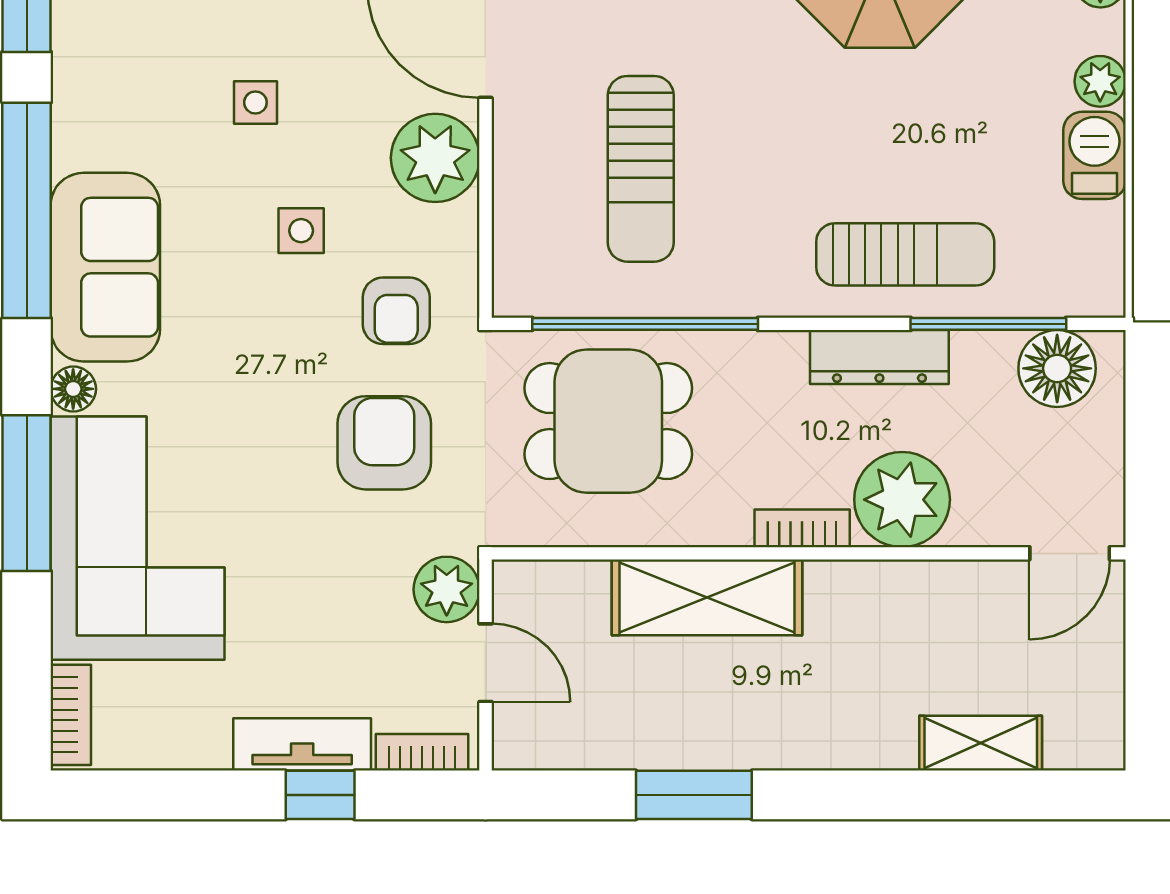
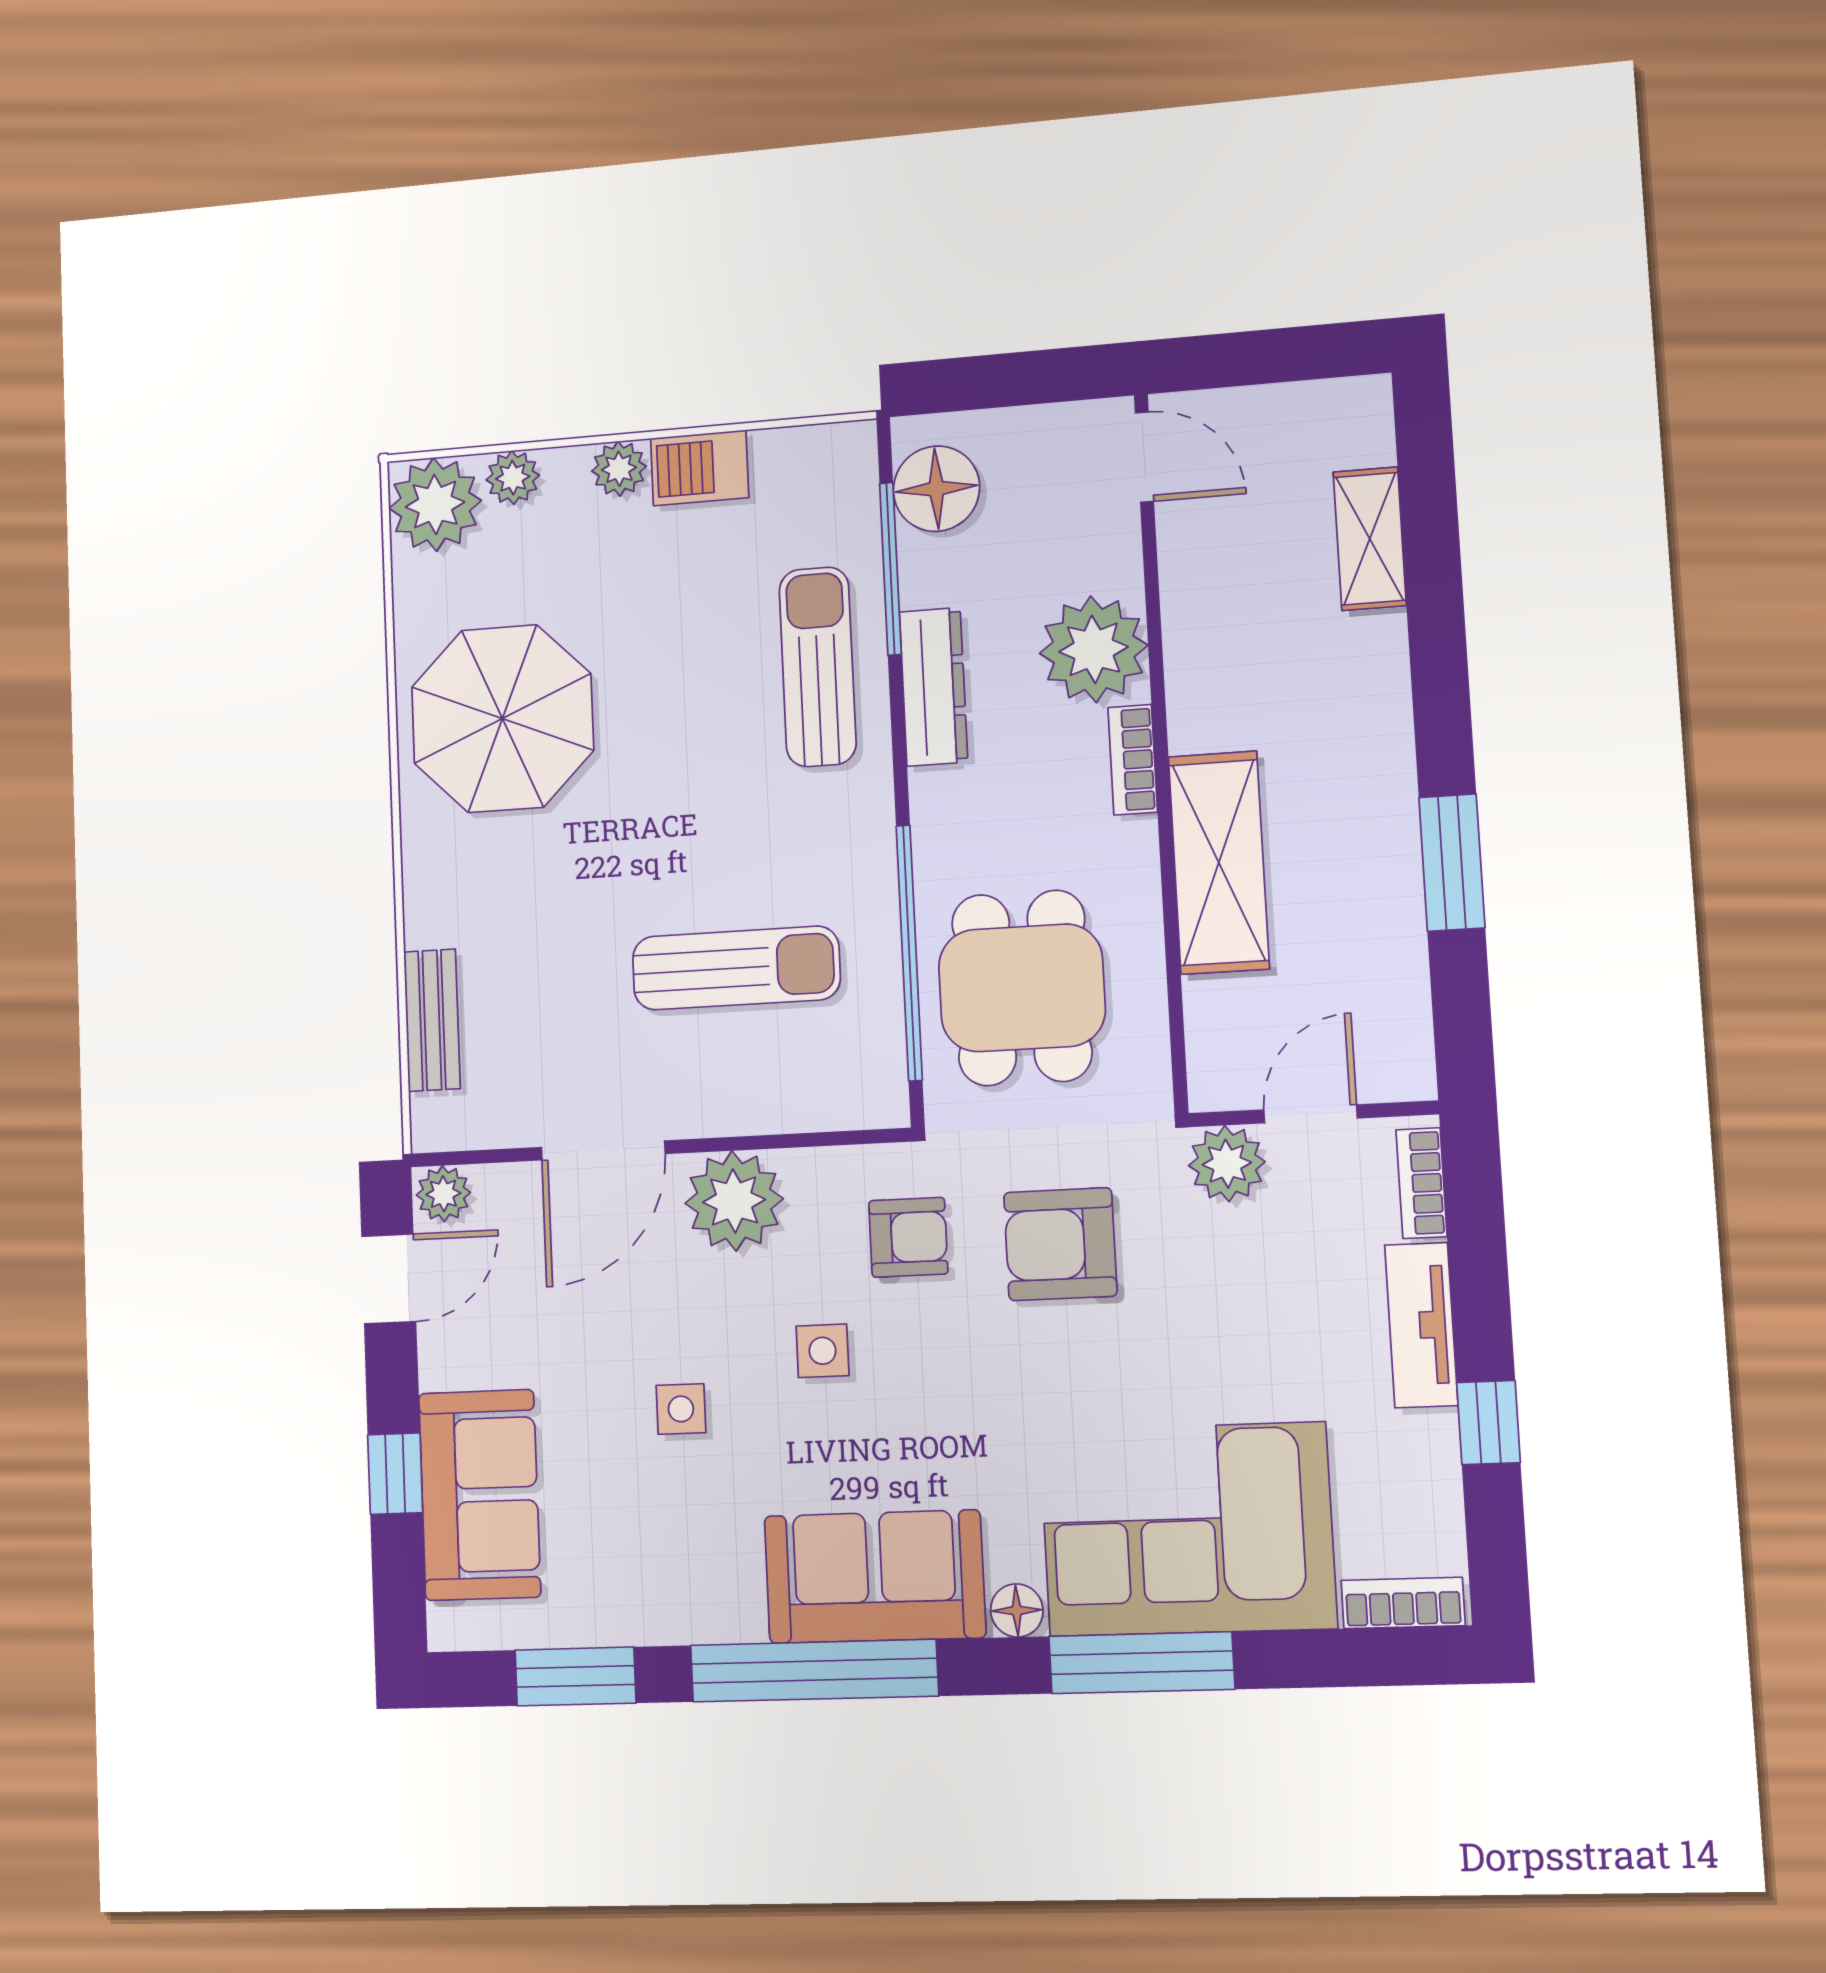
window: (320, 795) -> (1488, 1422), moved

